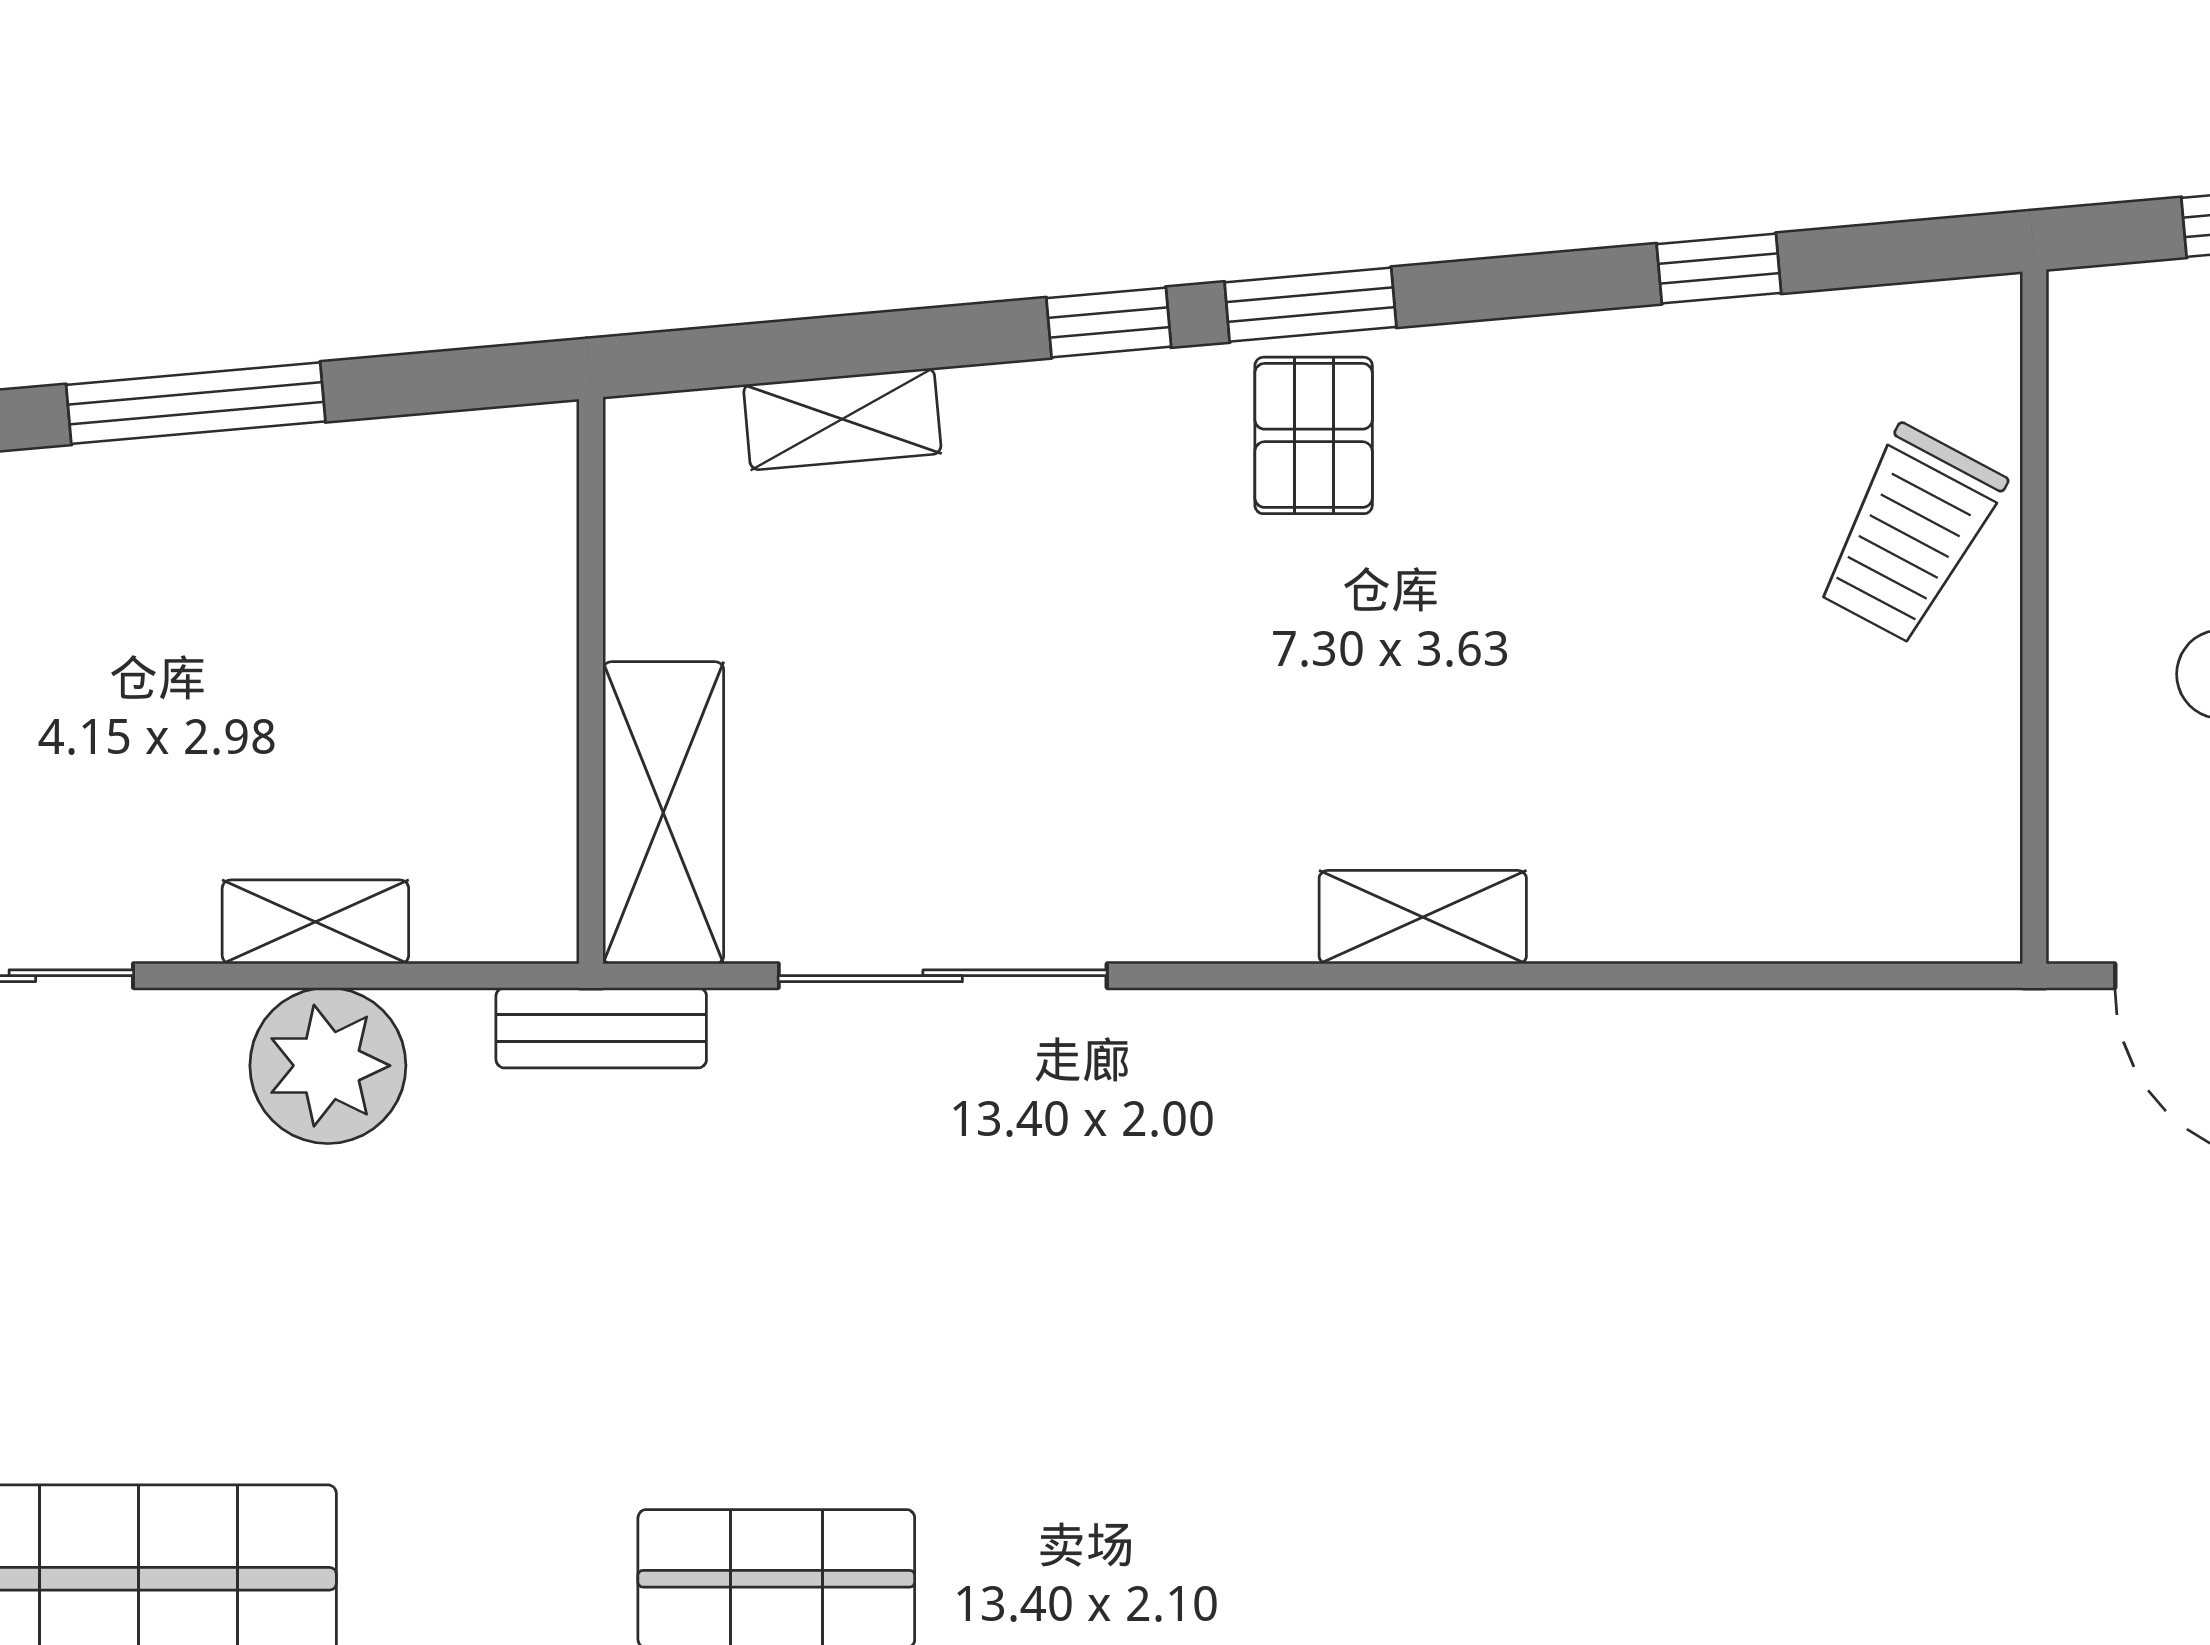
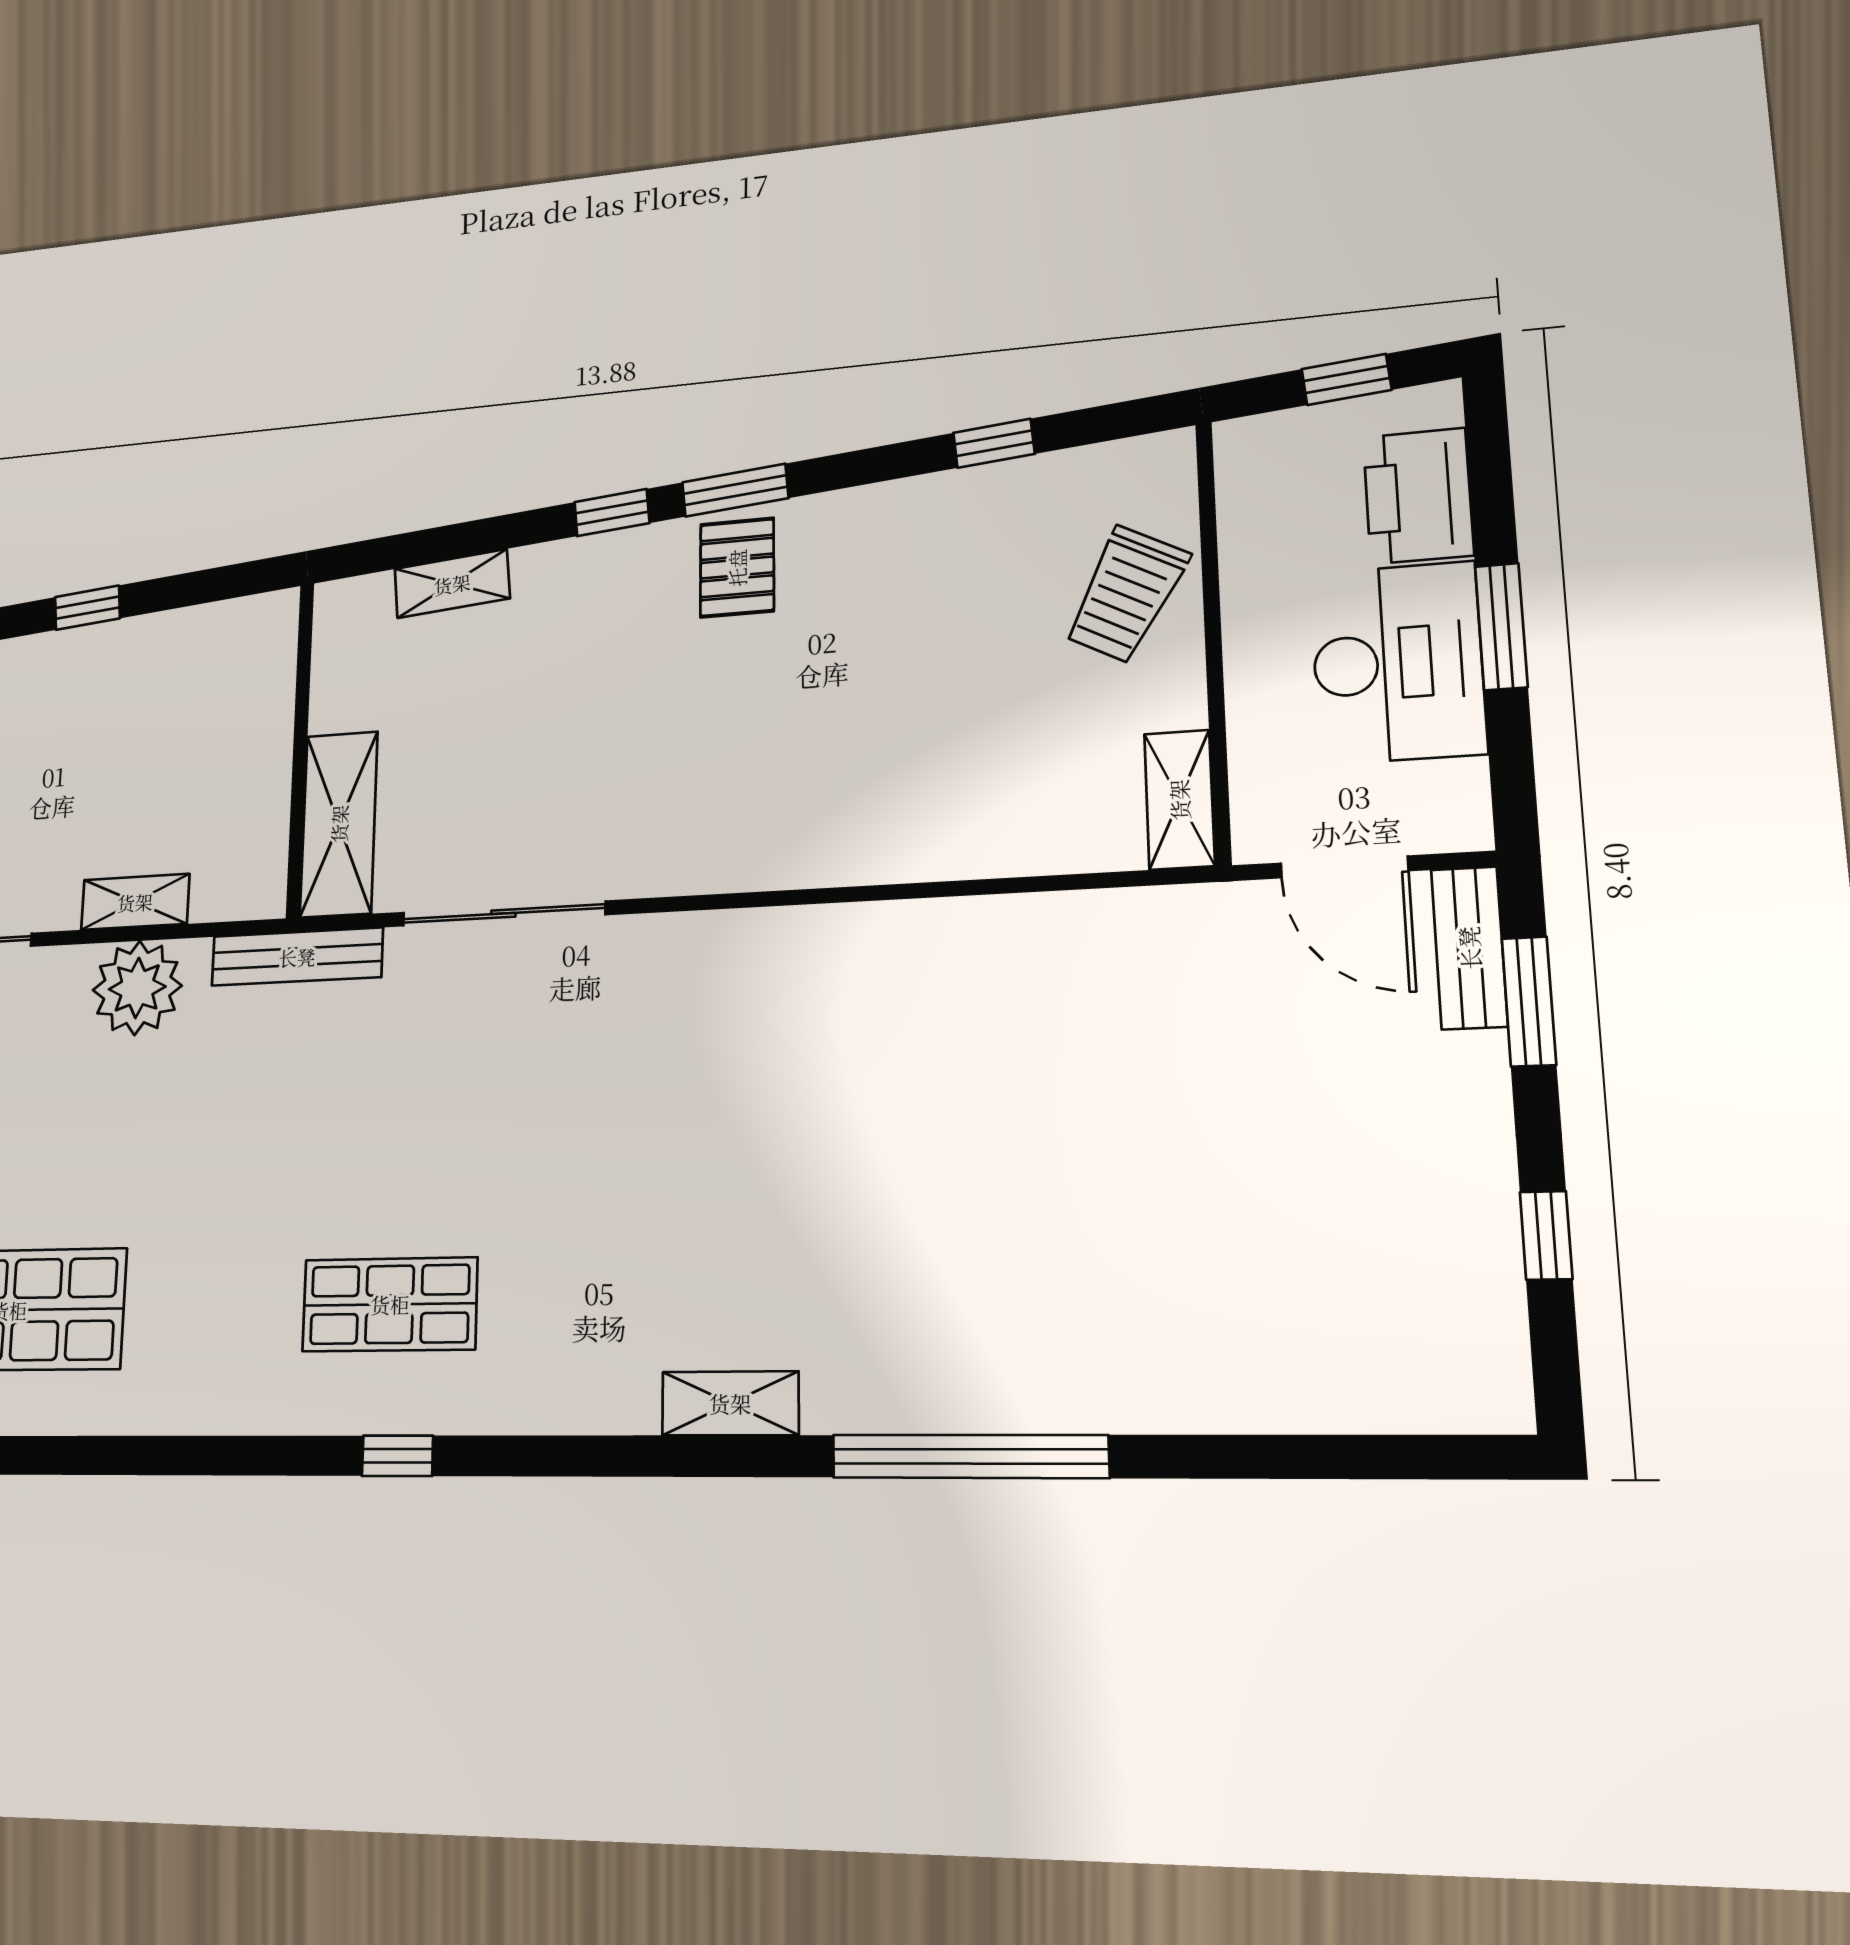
window: (196, 403) -> (87, 608), width x0.46
shelving: (1423, 917) -> (1179, 800), moved, turned 90
bench: (601, 1028) -> (297, 957), width x1.36

